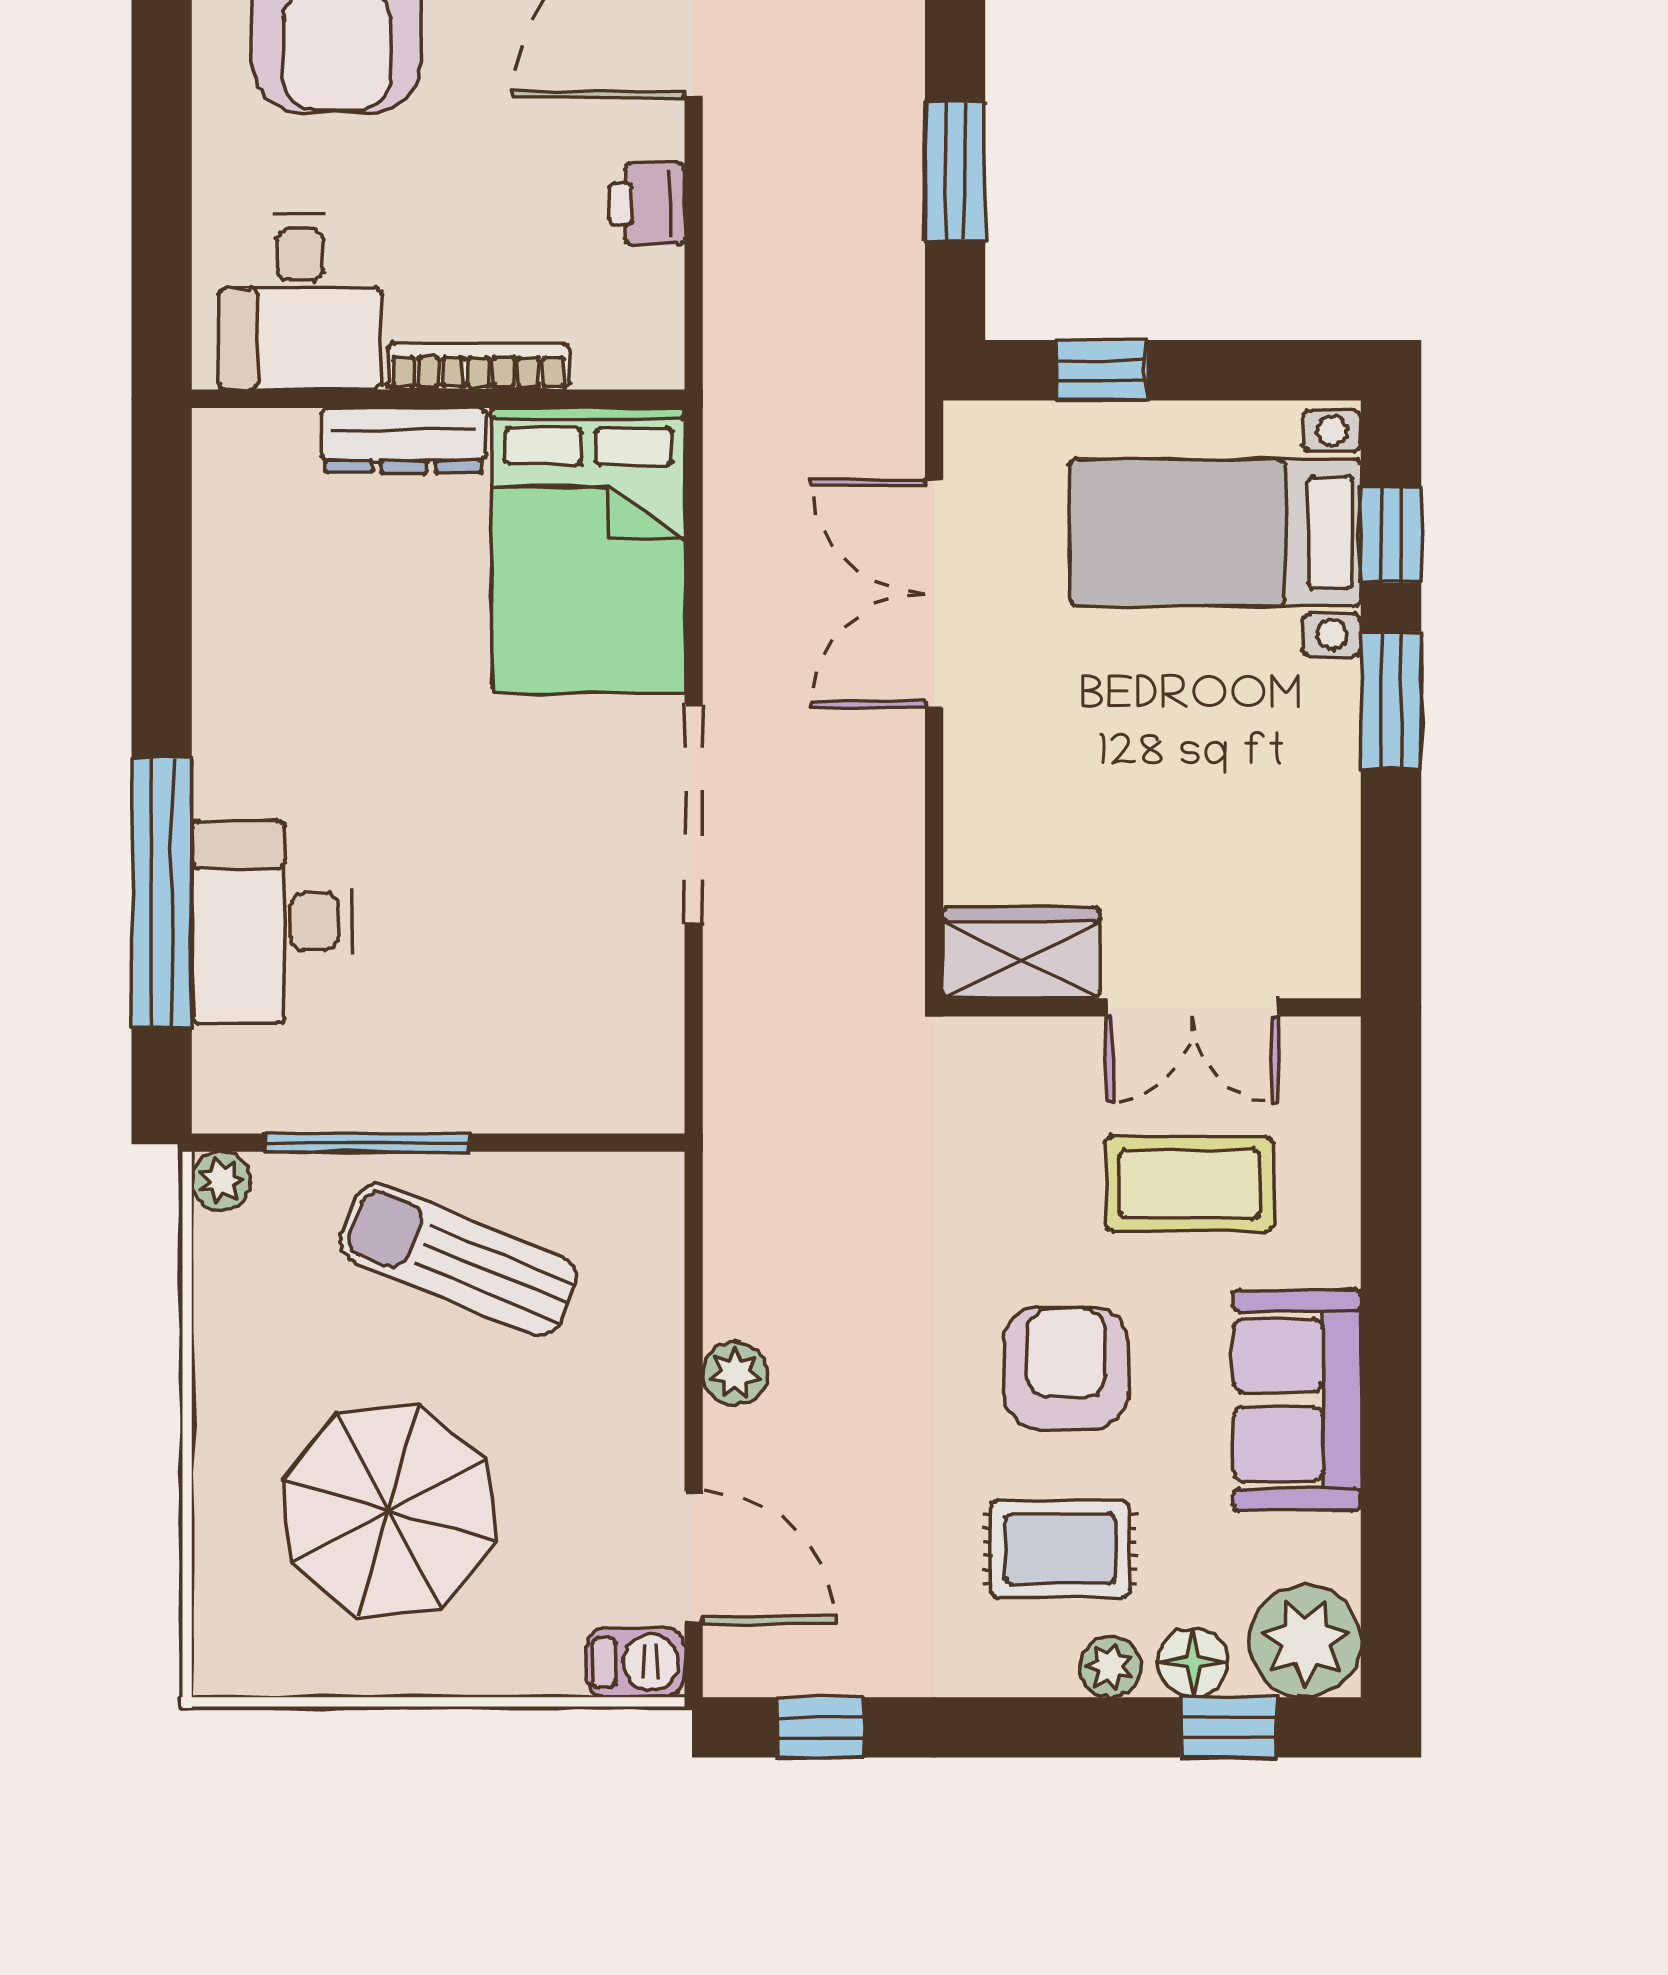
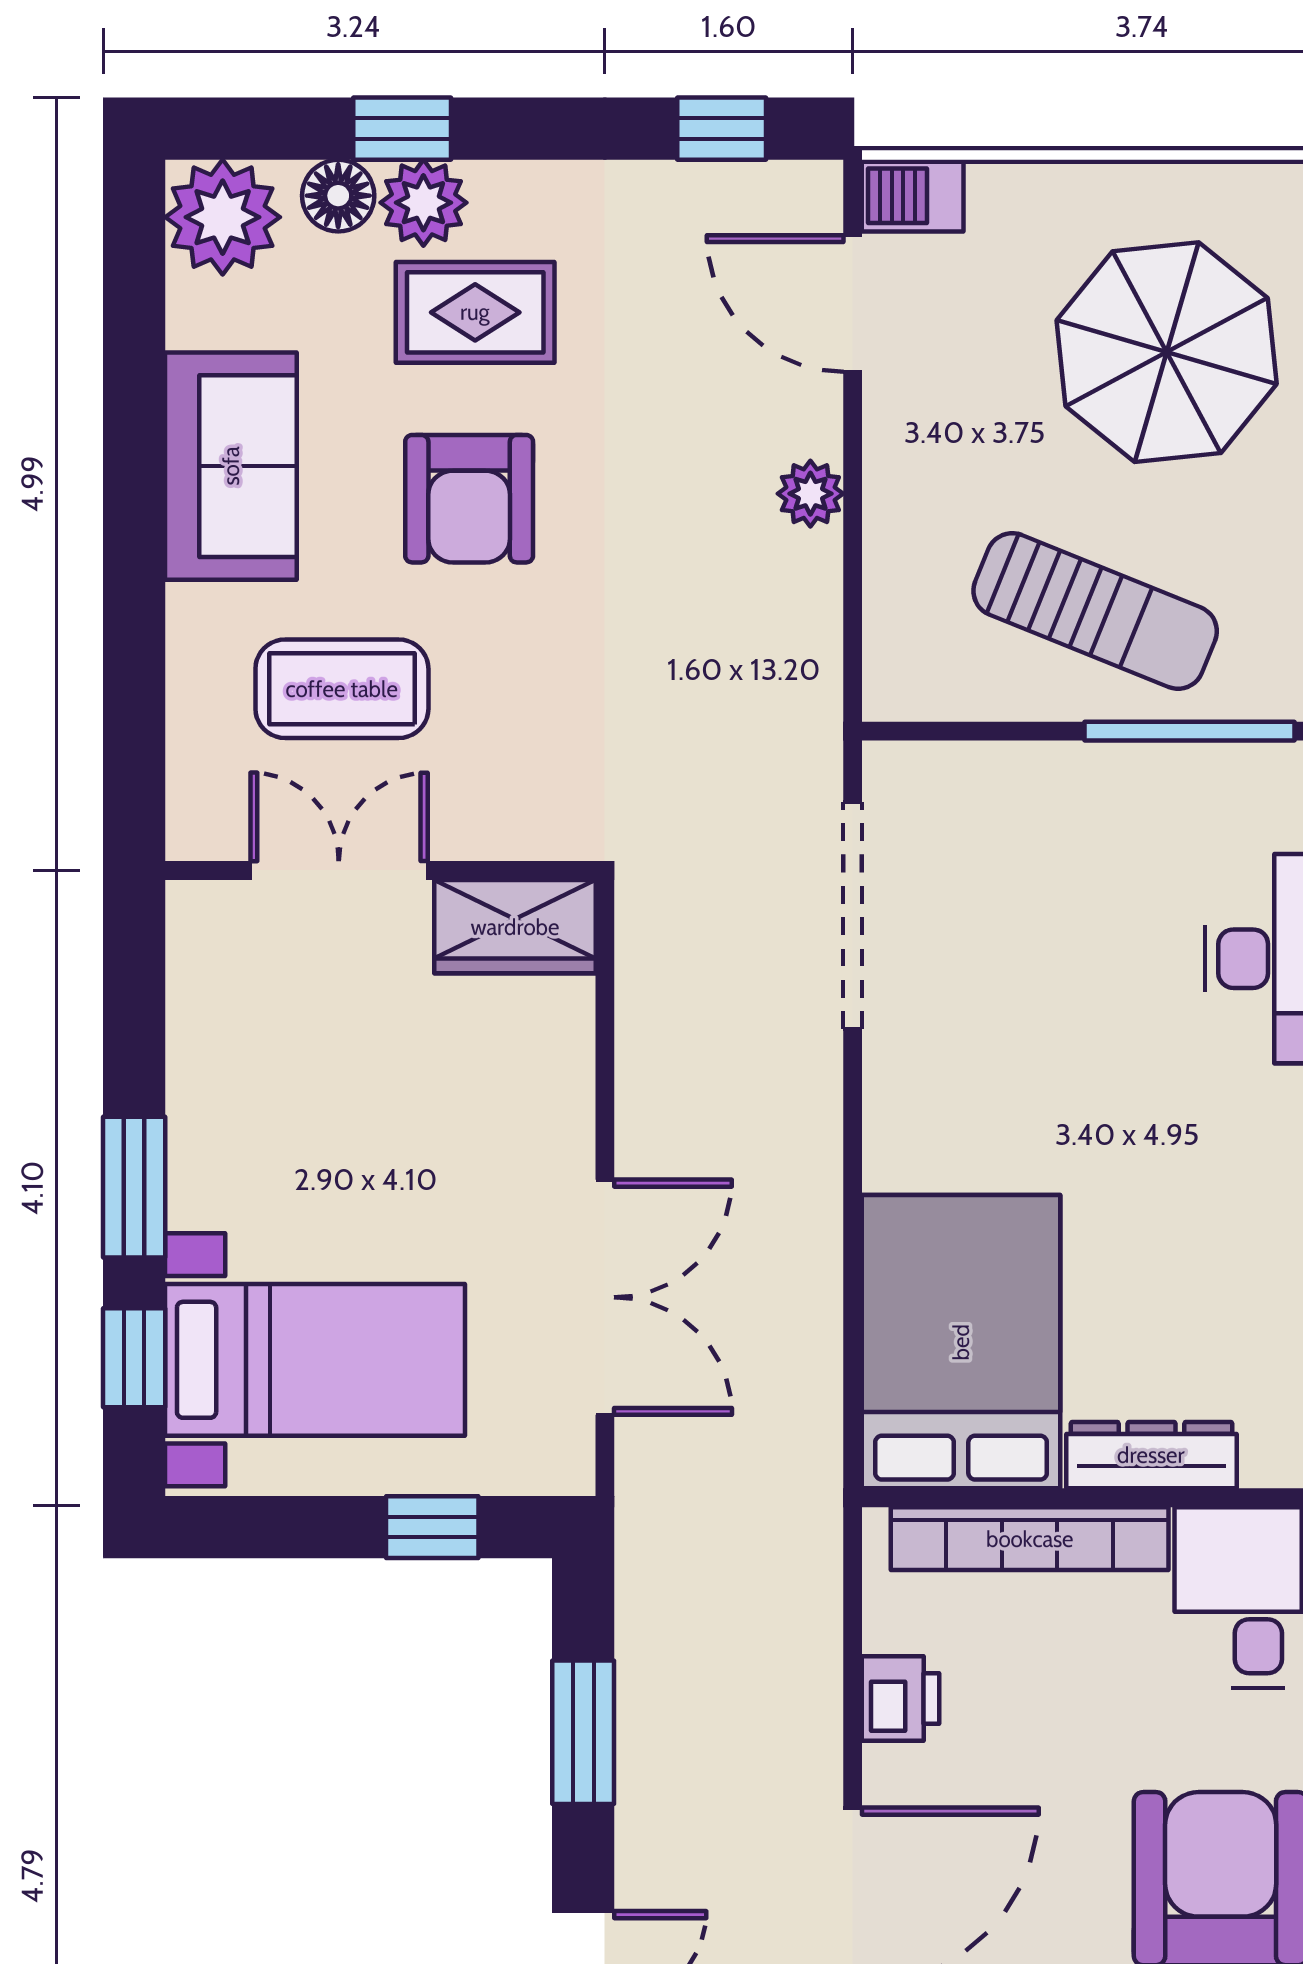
bookcase: (478, 366) -> (1030, 1539), width x1.48, depth x1.31
doorway: (694, 814) -> (853, 916), moved
plant: (1110, 1667) -> (423, 203), width x1.38, depth x1.38
window: (1228, 1727) -> (402, 129), moved

